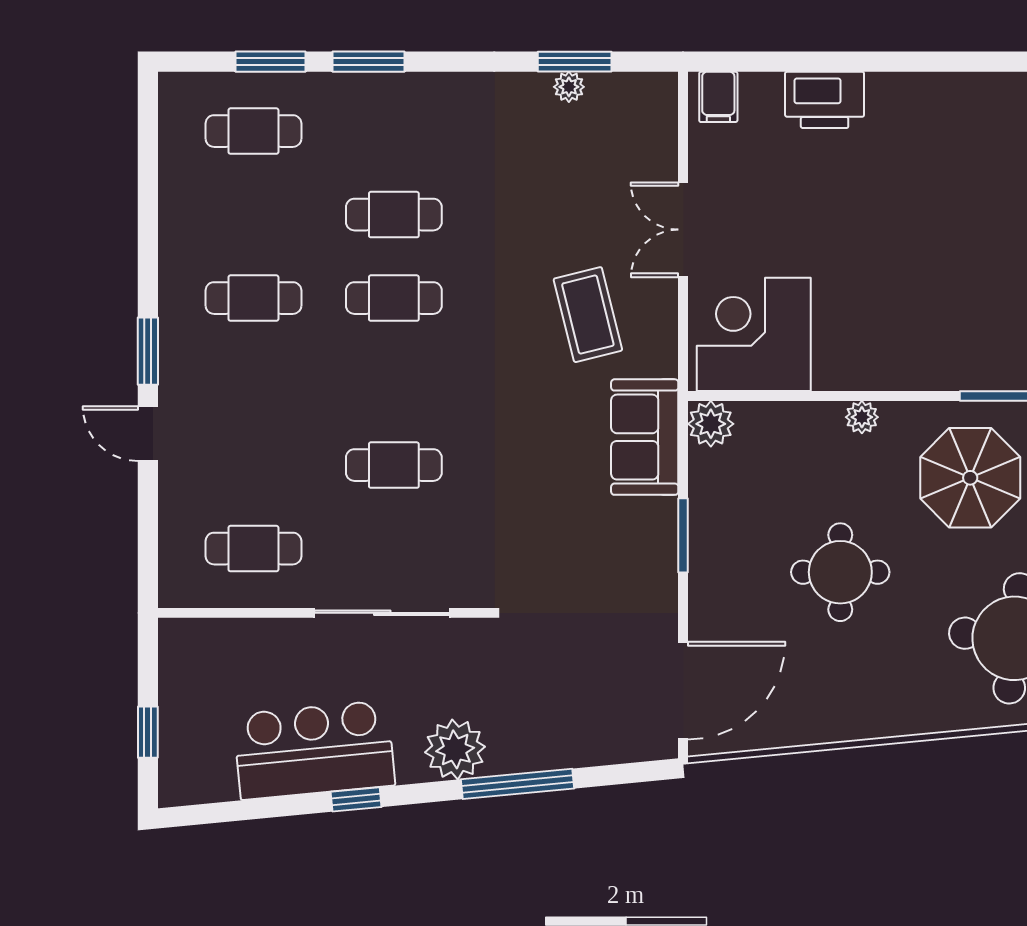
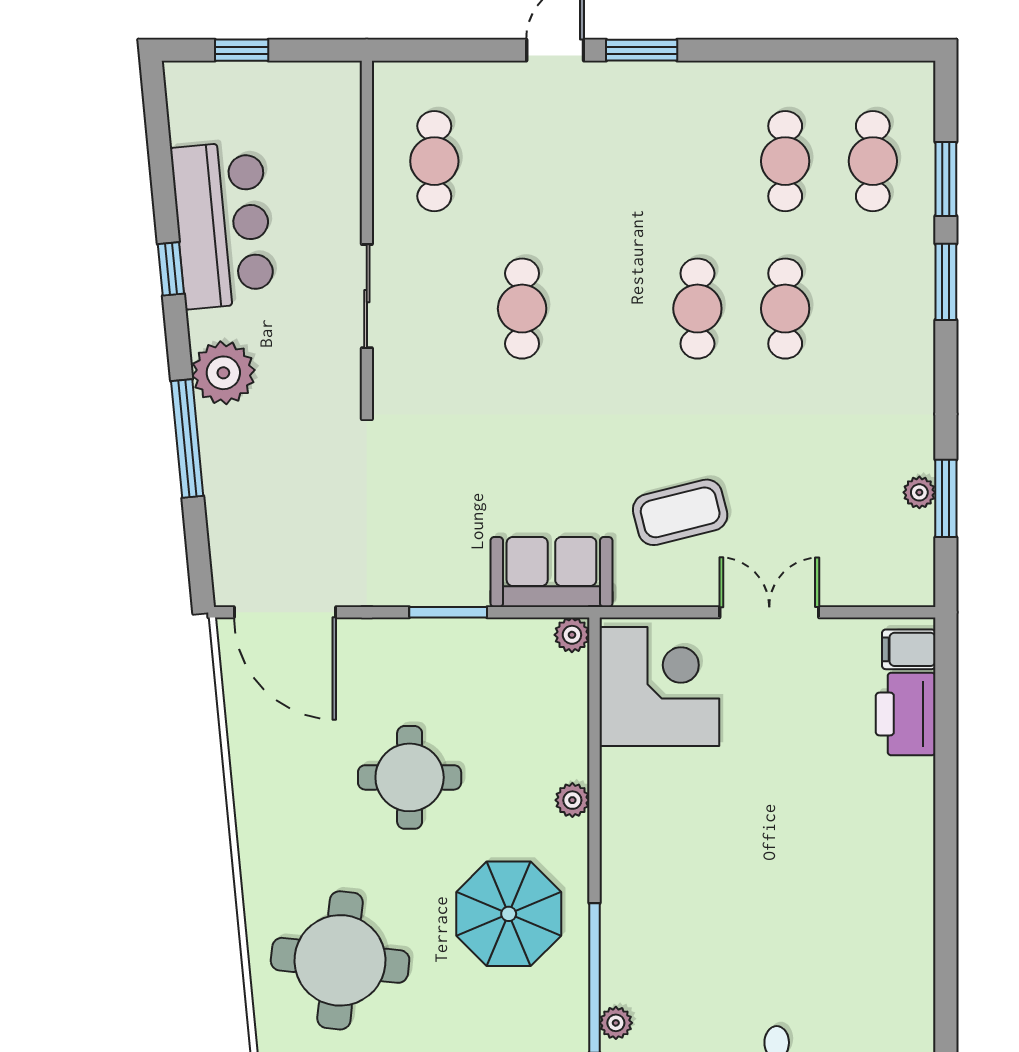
printer: (825, 100) -> (906, 714), moved
cafe table: (253, 298) -> (785, 161), moved
plant: (711, 424) -> (572, 635), width x0.73, depth x0.73
sliding door: (382, 613) -> (367, 296), width x0.73

